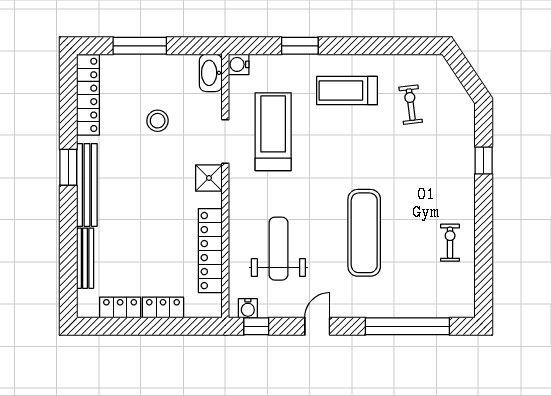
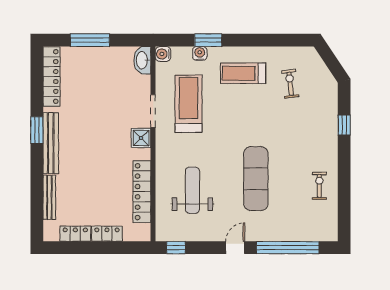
stool: (158, 121) -> (103, 96), removed
water cooler: (248, 308) -> (200, 53), moved, turned 180
door: (317, 326) -> (235, 248), moved

